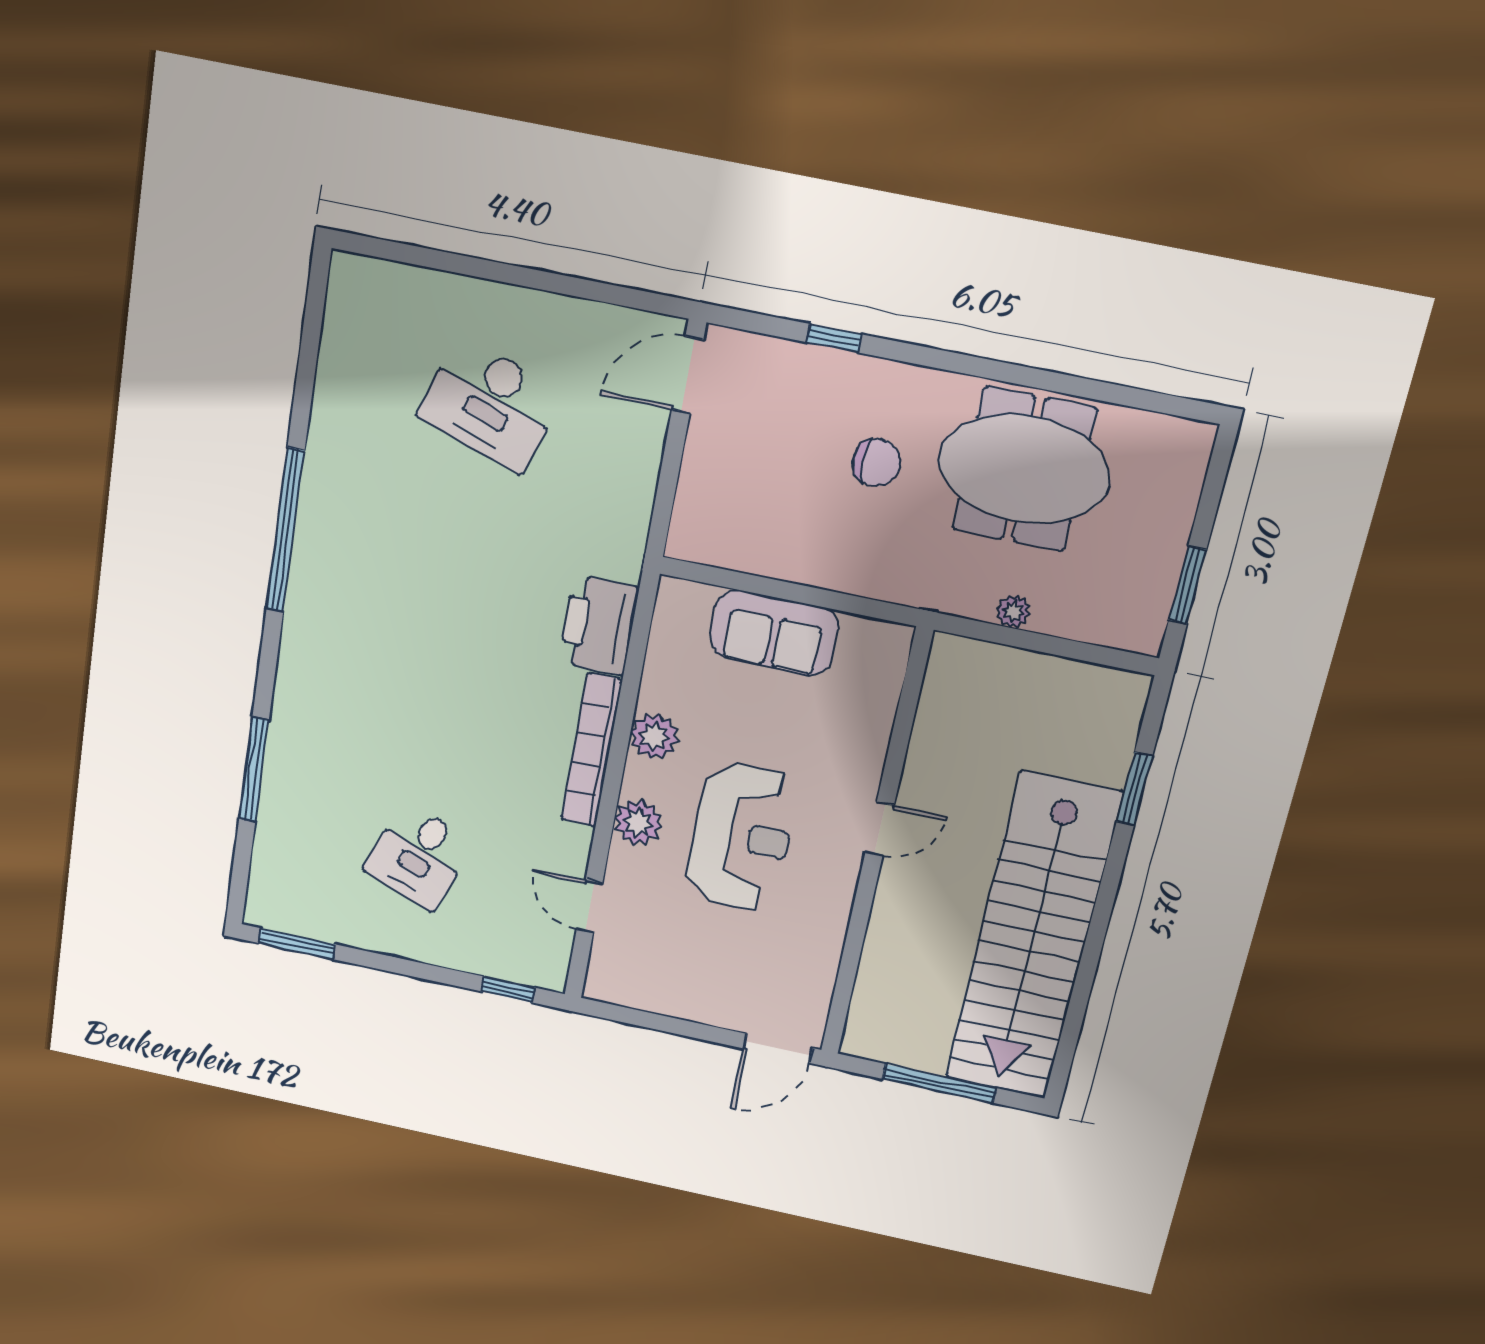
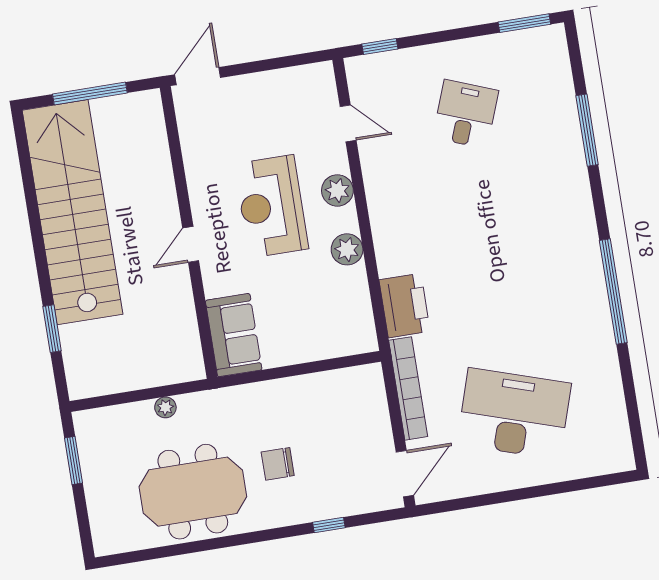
desk: (490, 404) -> (514, 414), width x1.36, depth x1.30
sofa: (774, 633) -> (234, 335), moved, turned 90
bookcase: (592, 750) -> (408, 388), moved

